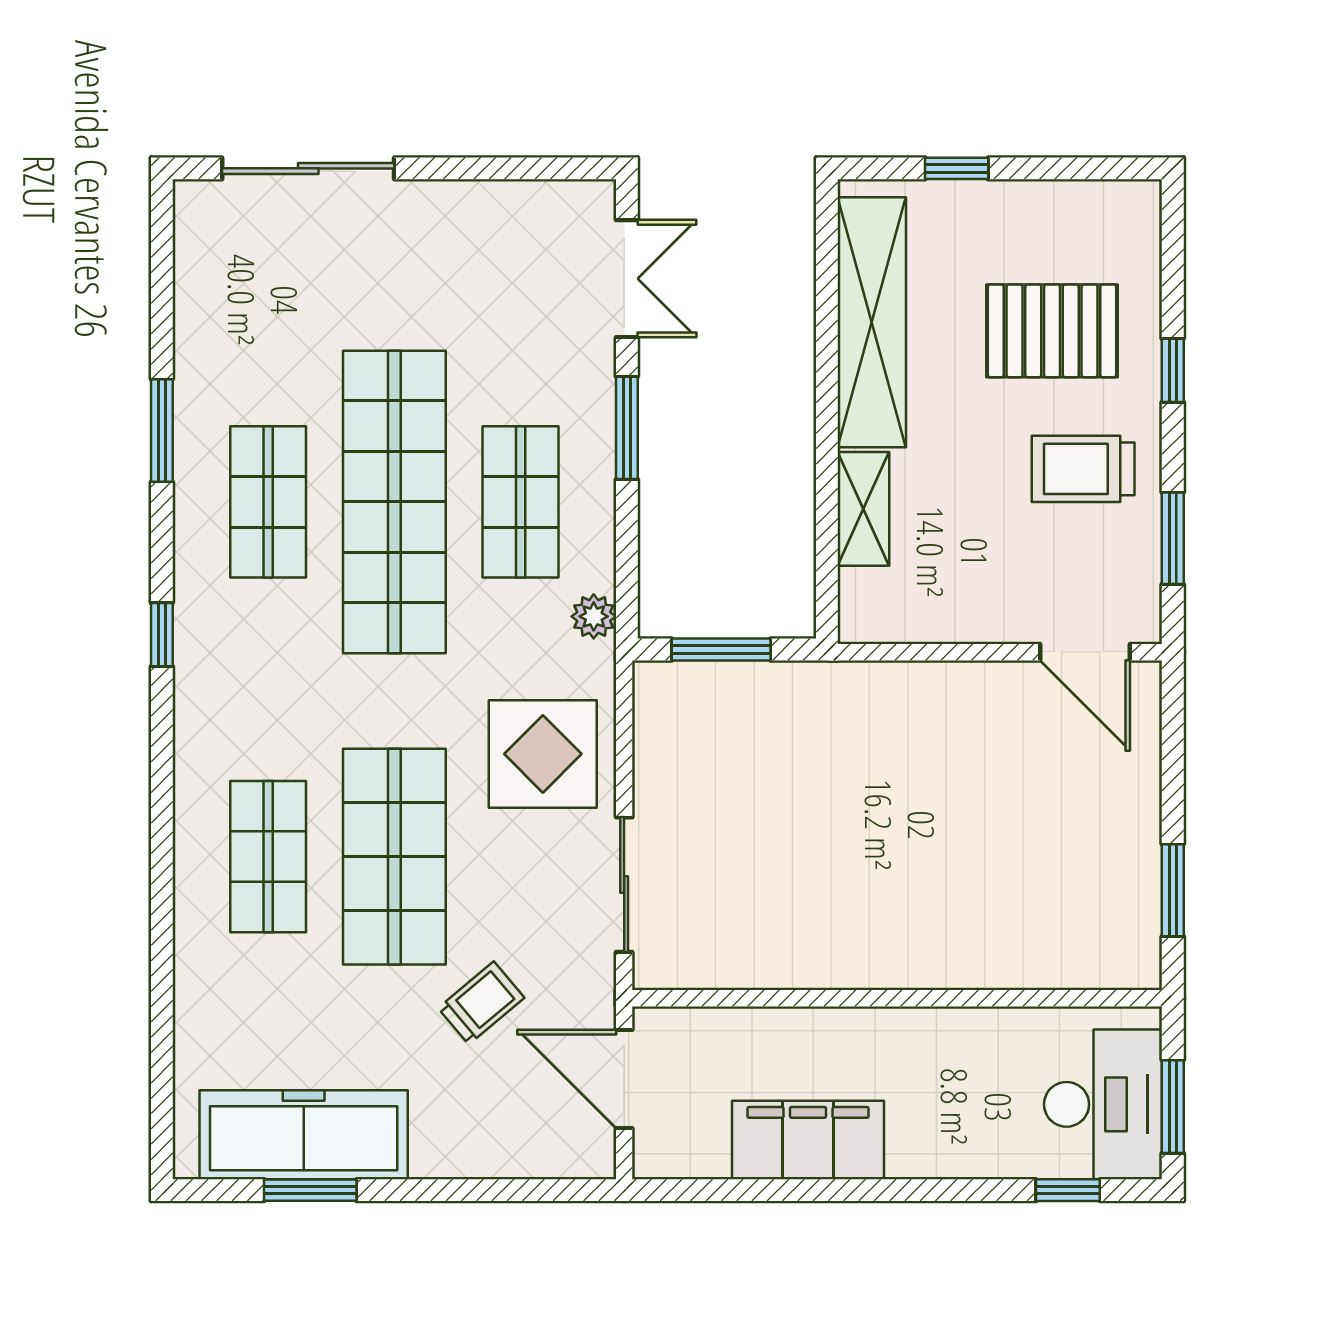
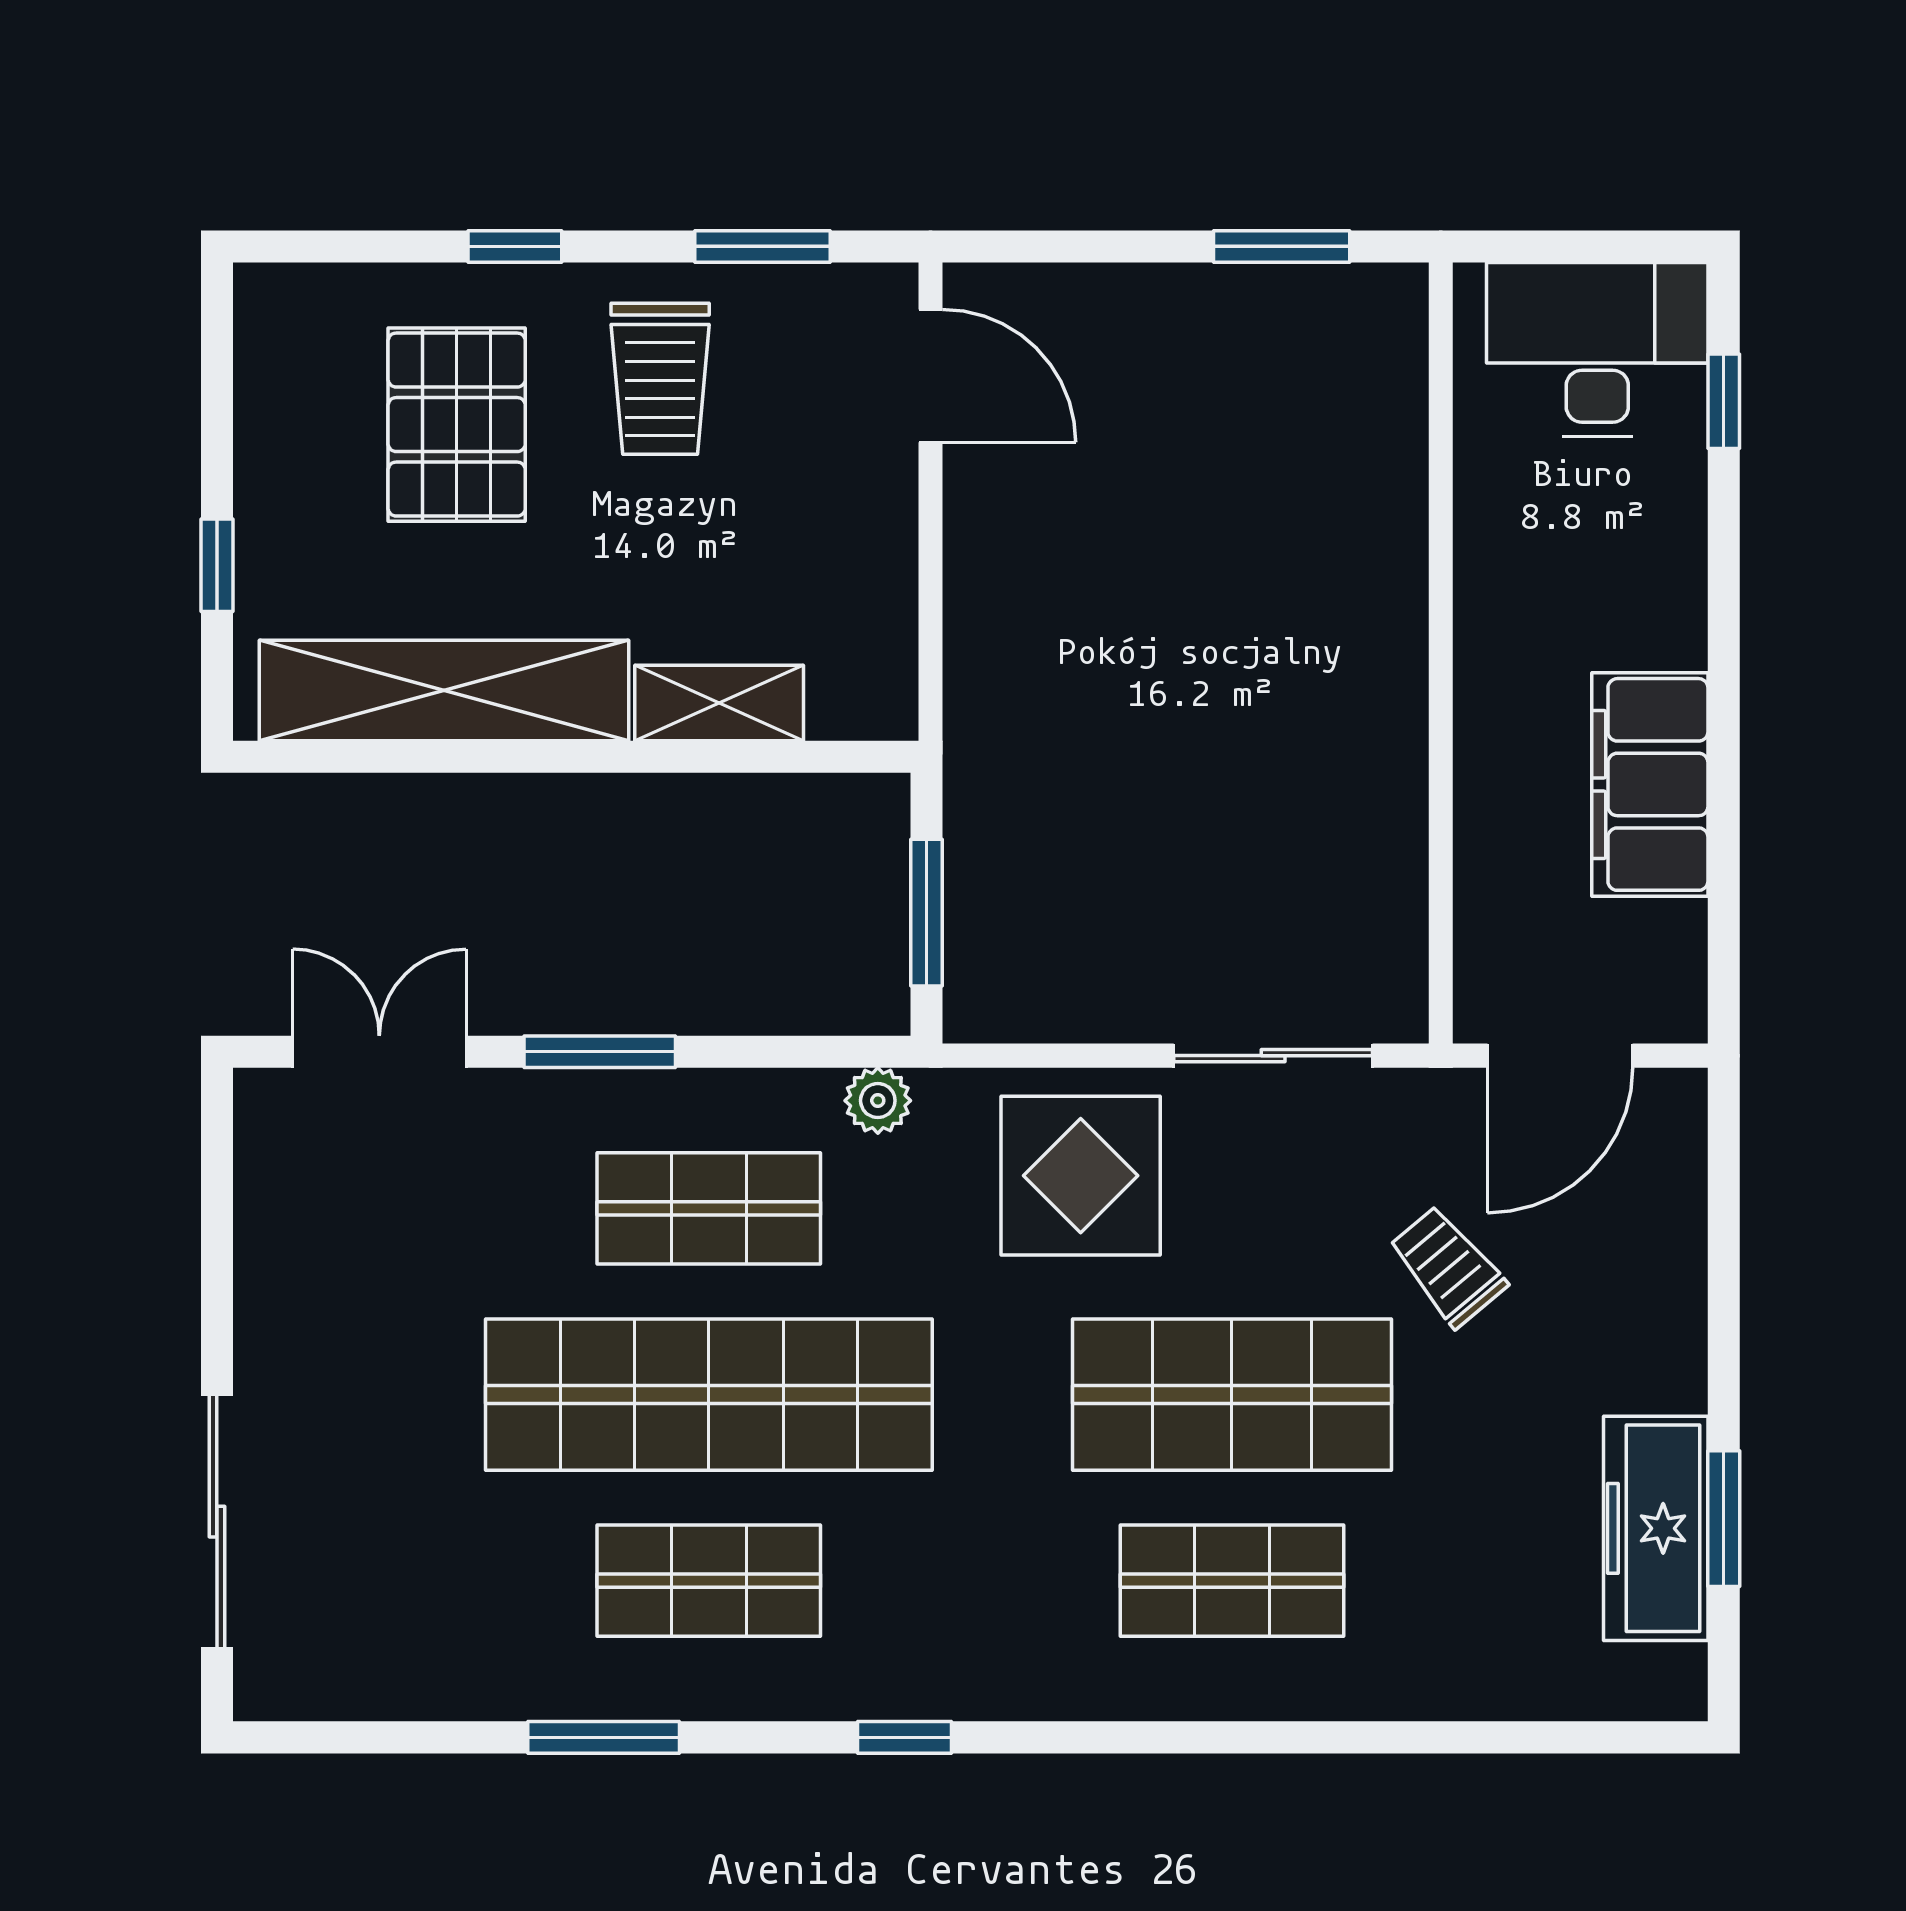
door: (1085, 652) -> (931, 376), hinge flipped
window: (1173, 1107) -> (1601, 246), removed
freezer: (304, 1135) -> (1656, 1528), width x0.73, depth x0.79

